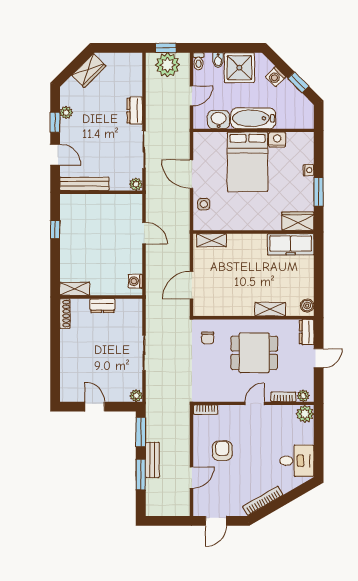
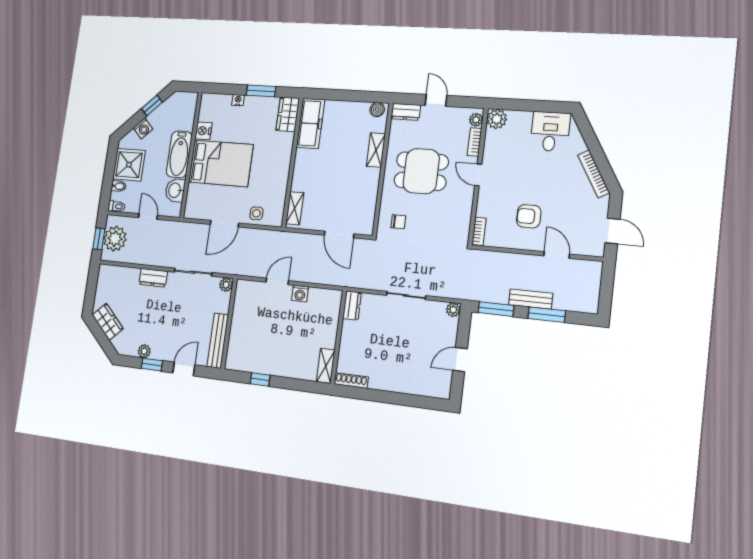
washing machine: (135, 281) -> (300, 294), moved
dresser: (102, 306) -> (352, 306), moved
dining table: (254, 353) -> (421, 171), turned 90

